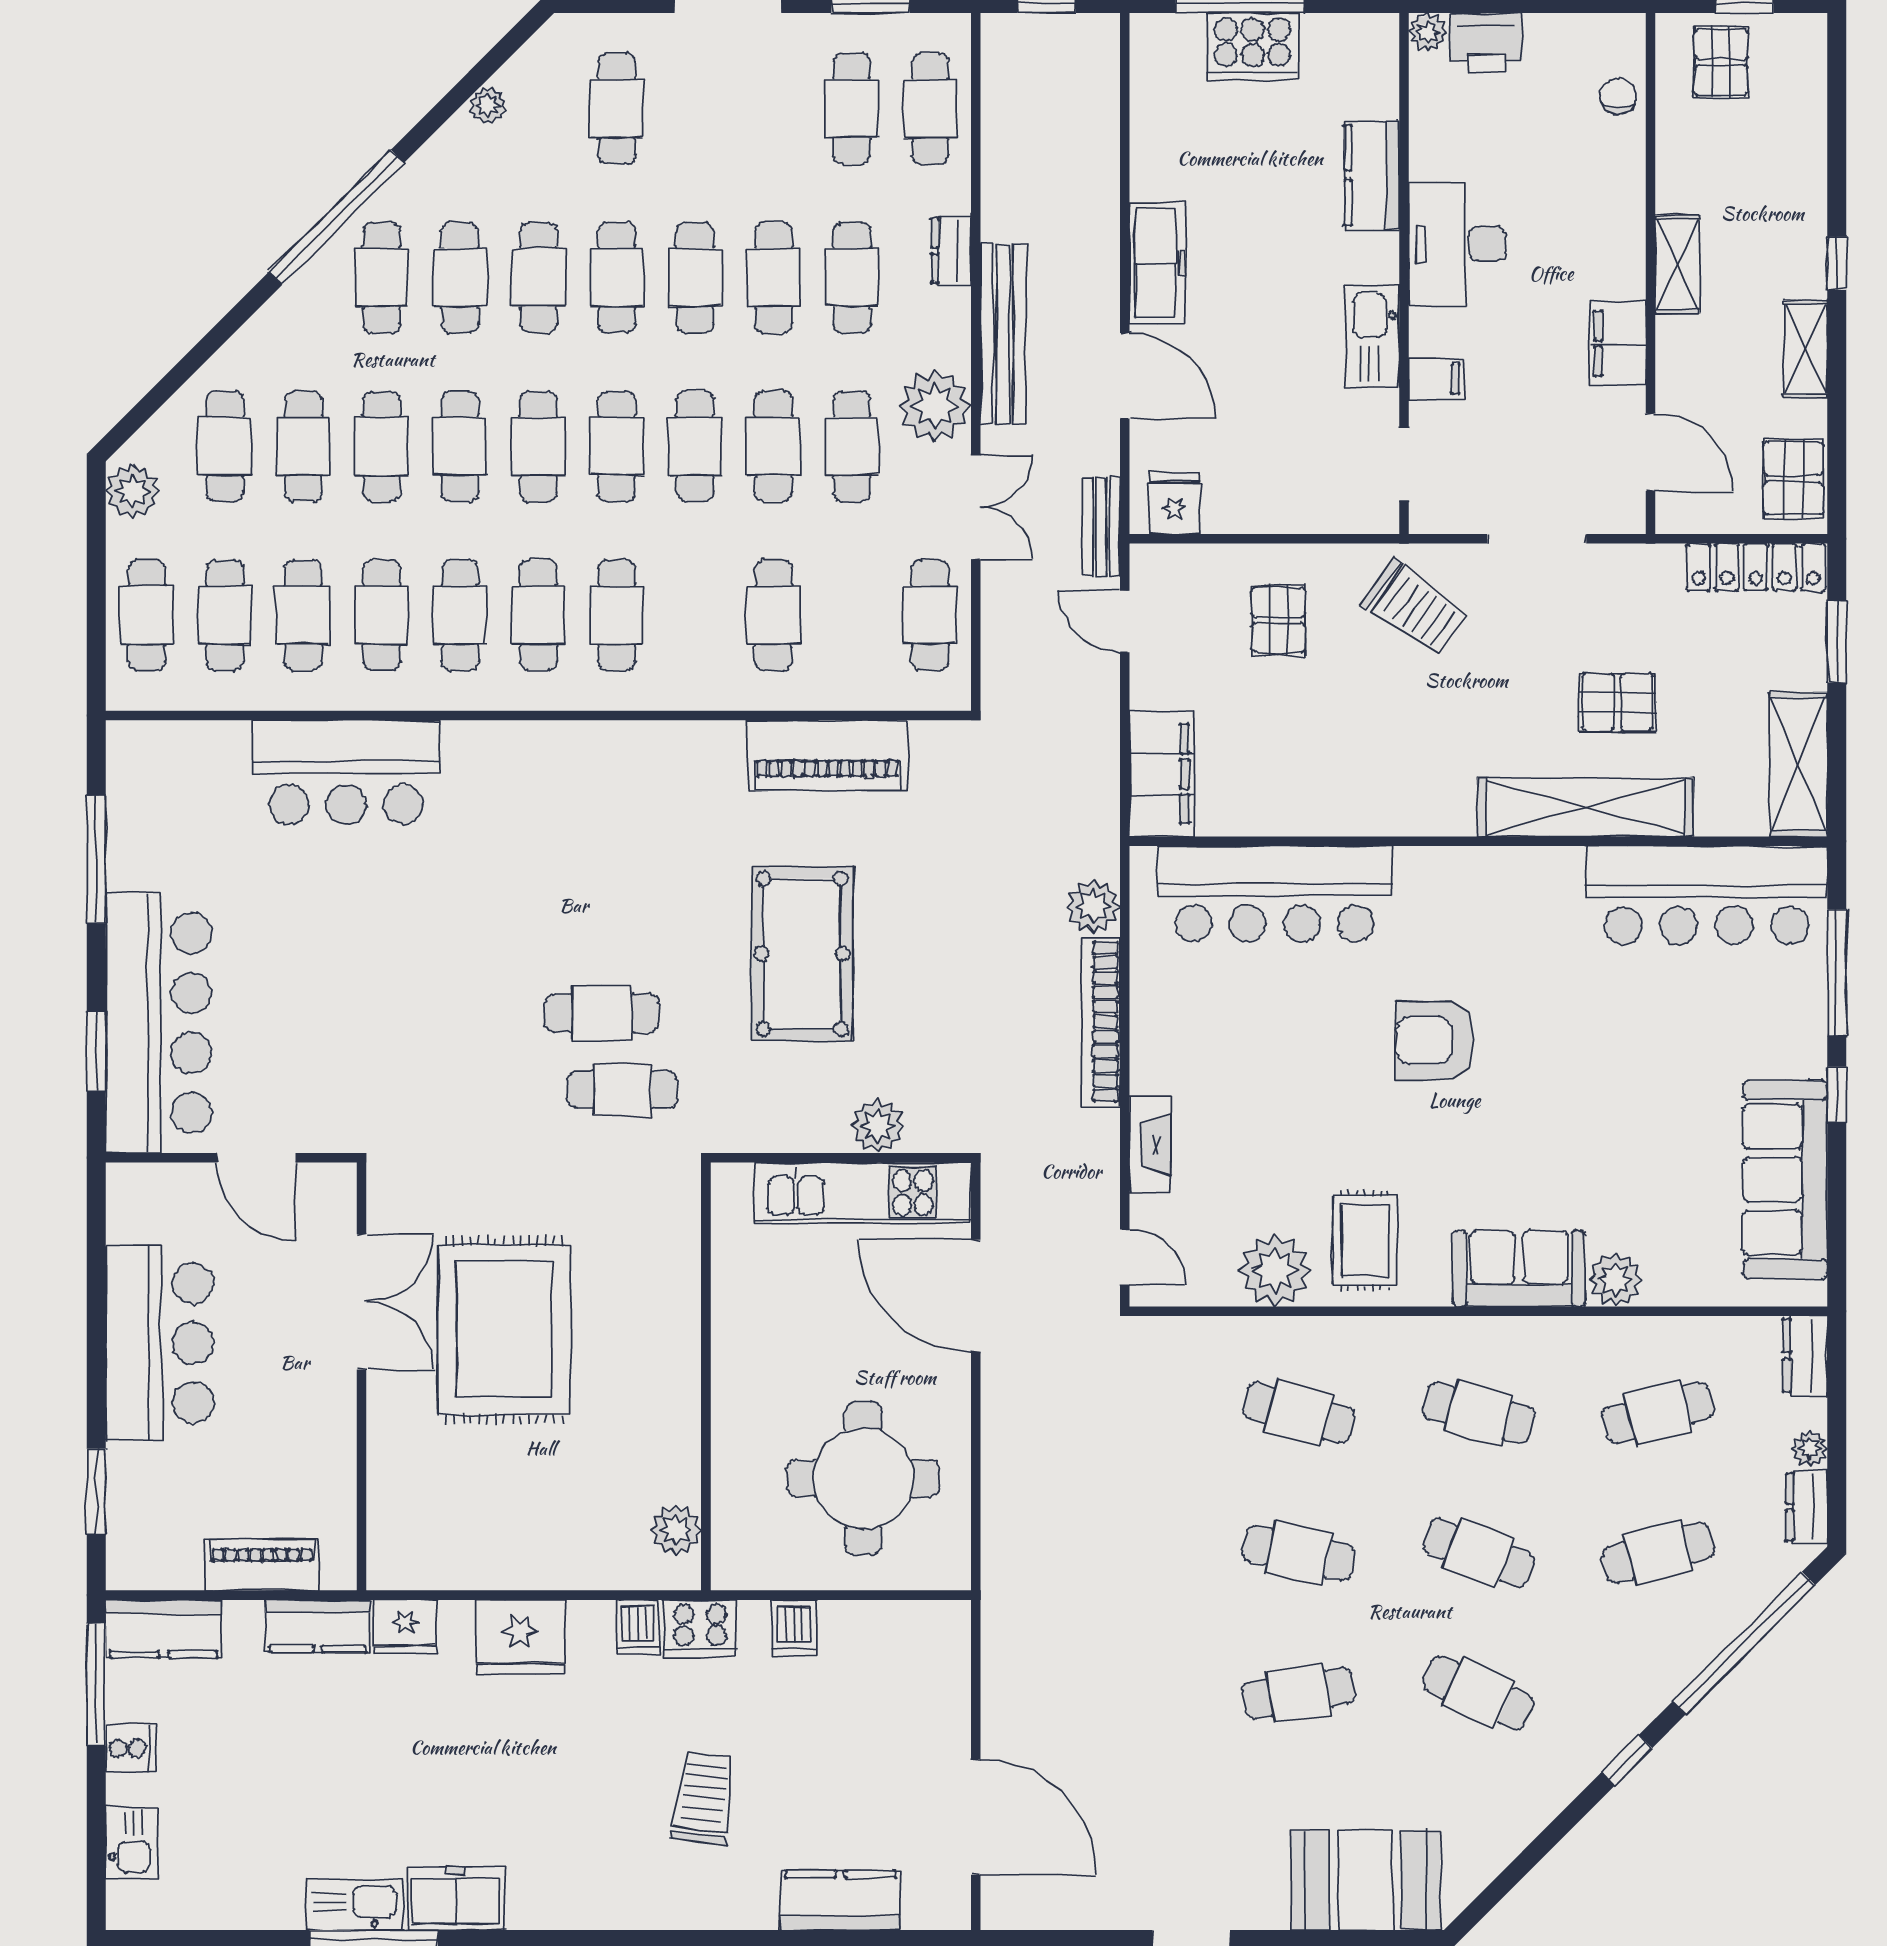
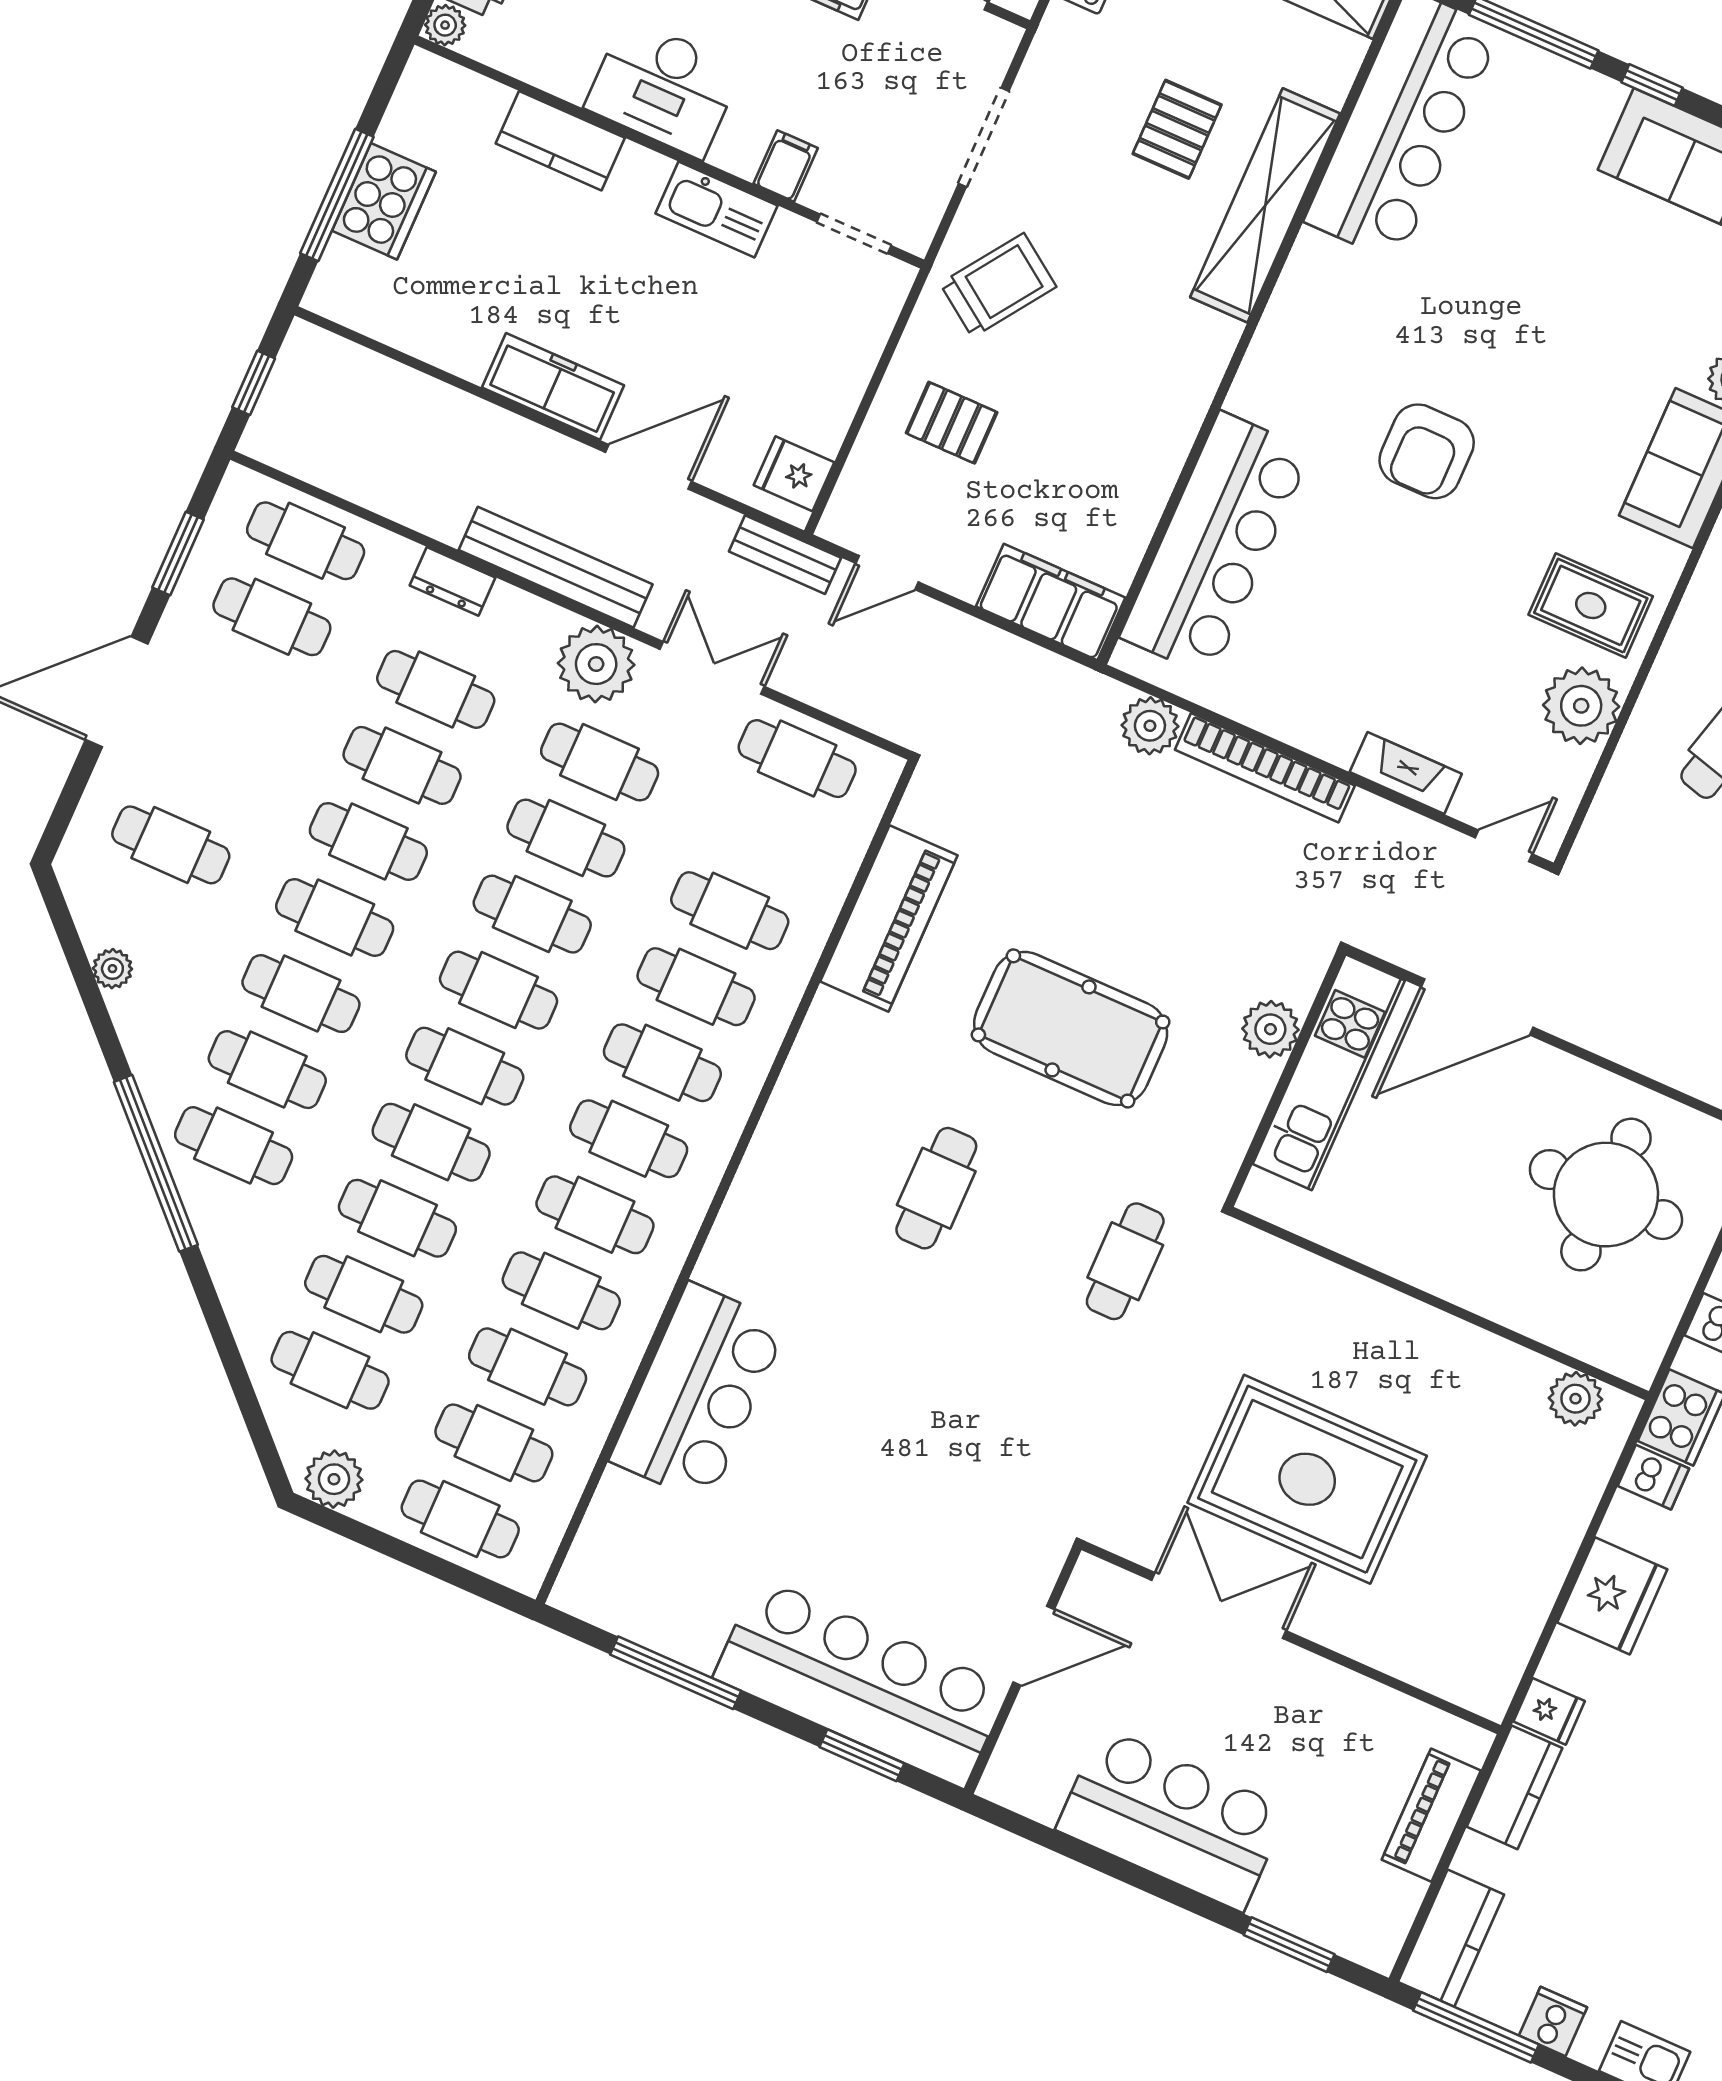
cafe table: (695, 615) -> (696, 987), added
cafe table: (602, 1013) -> (936, 1188), moved
fridge: (405, 1627) -> (1549, 1711), width x0.72

